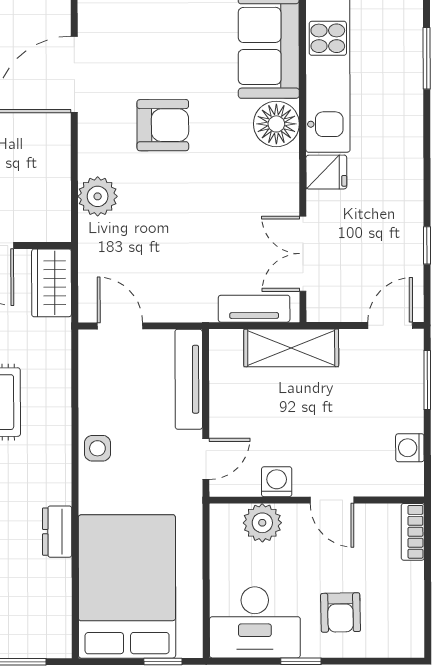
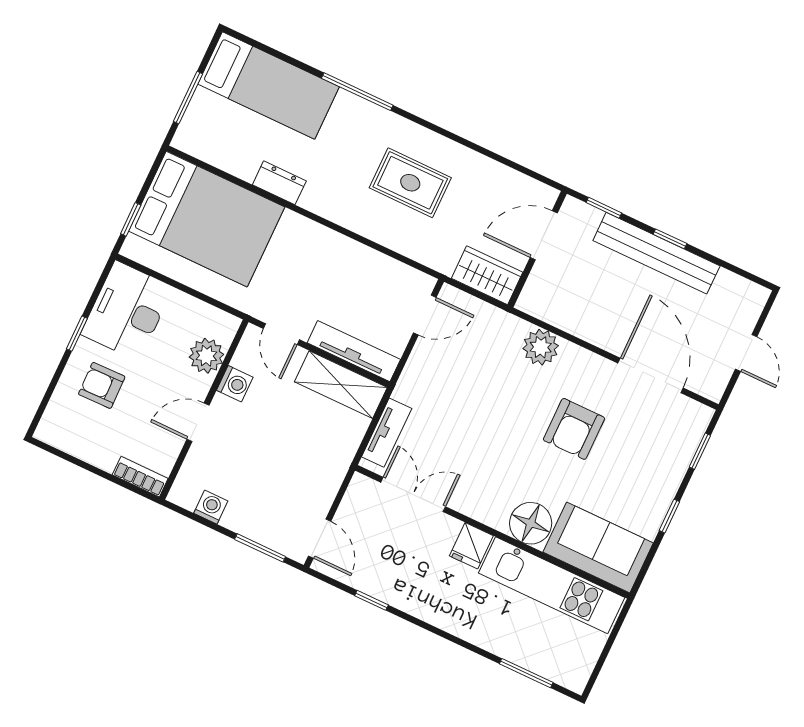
shelving: (291, 348) -> (341, 385), moved, turned 90
side table: (97, 448) -> (332, 249), removed

